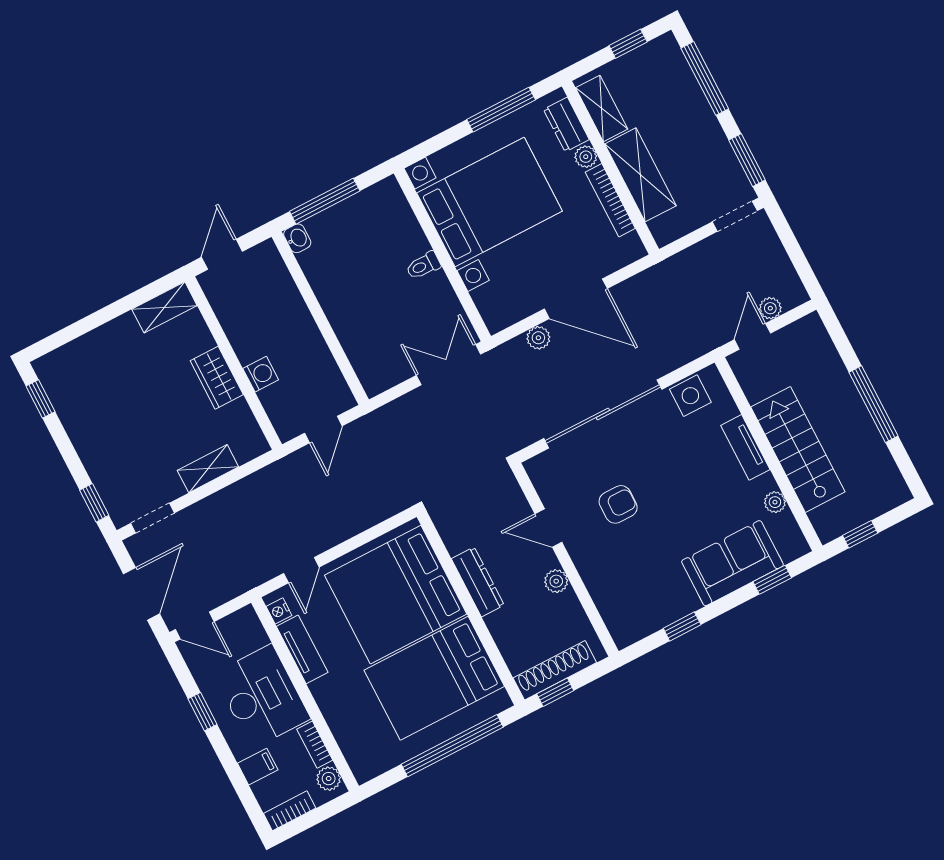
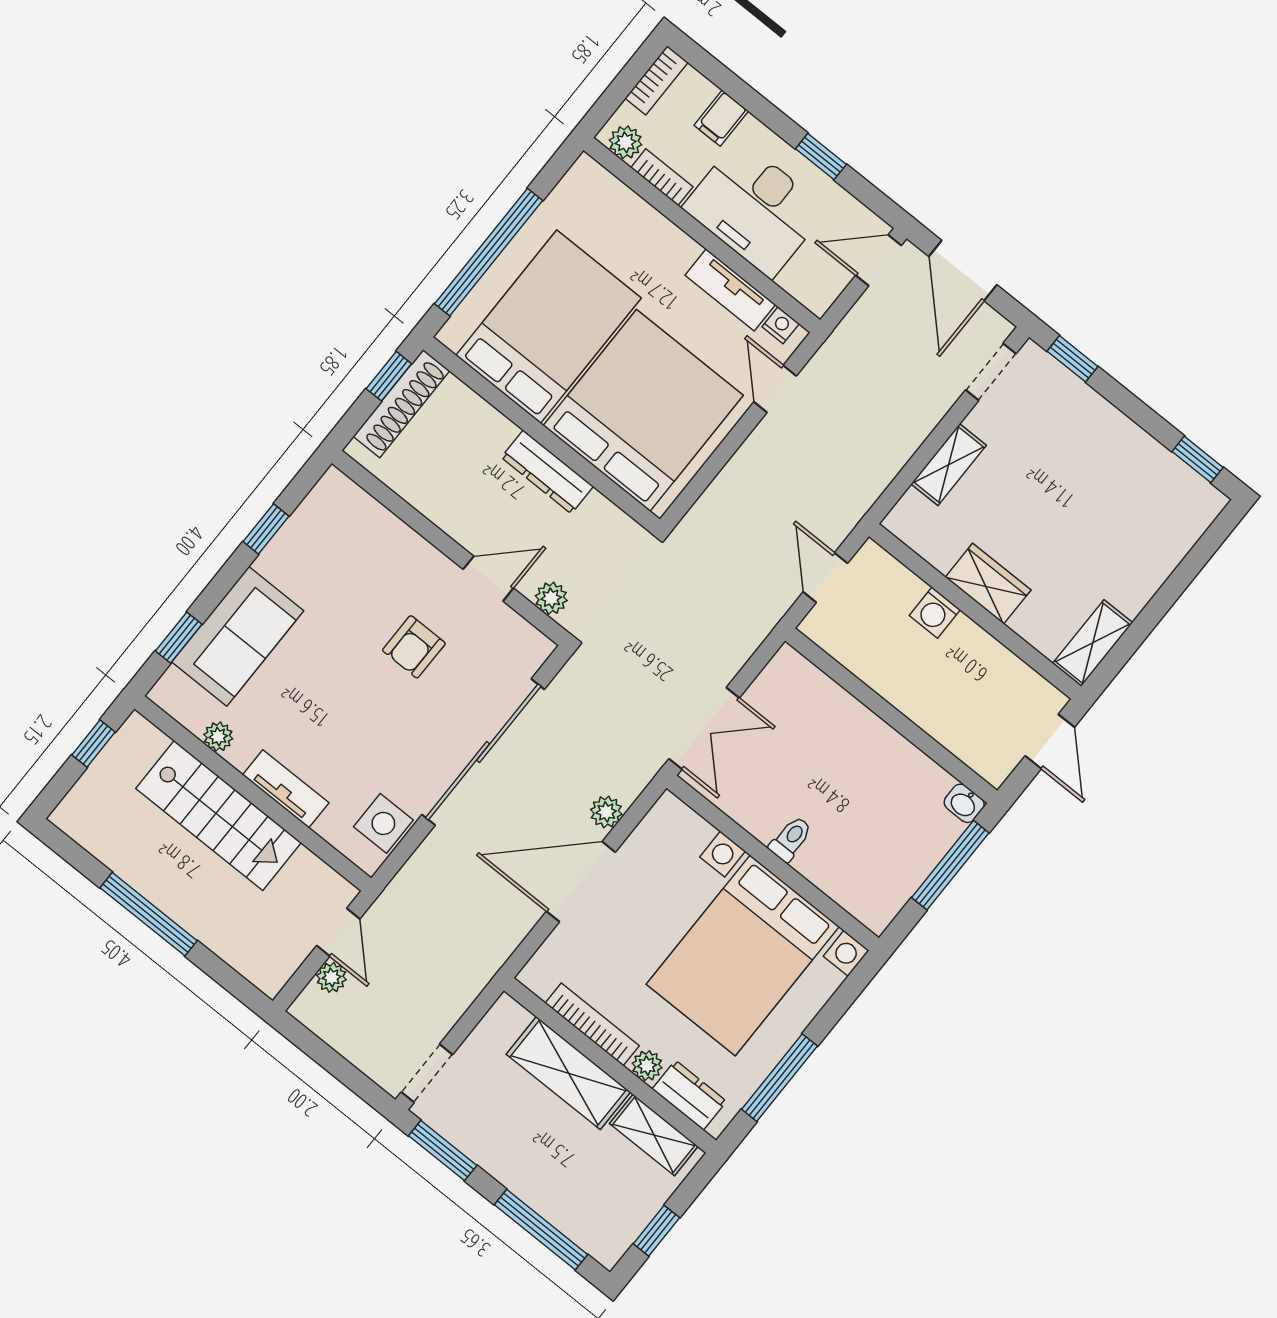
plant: (556, 581) -> (551, 598), moved

